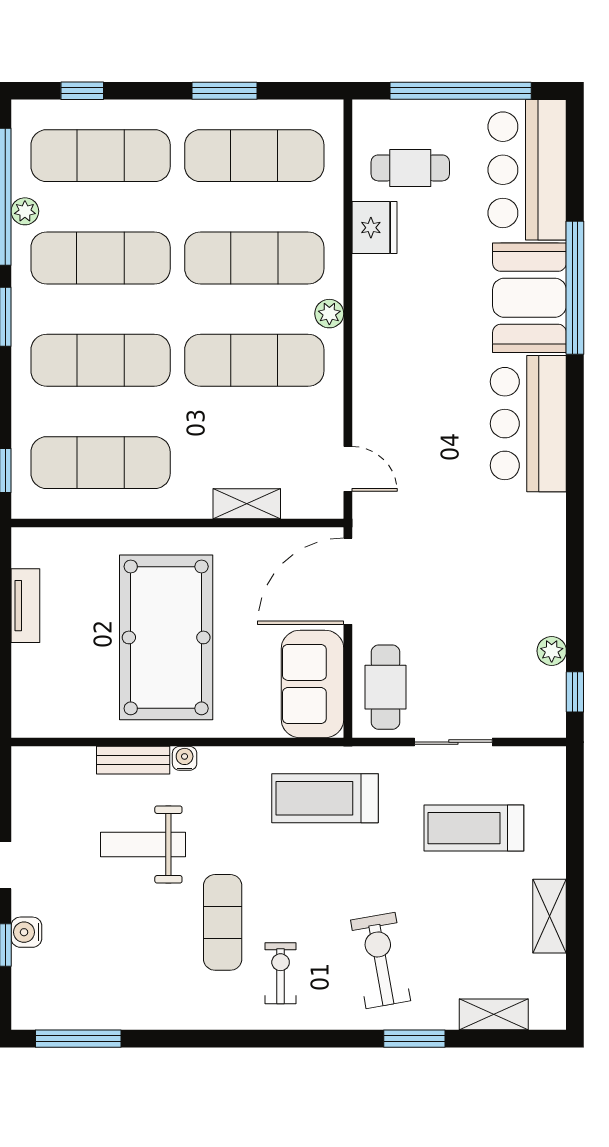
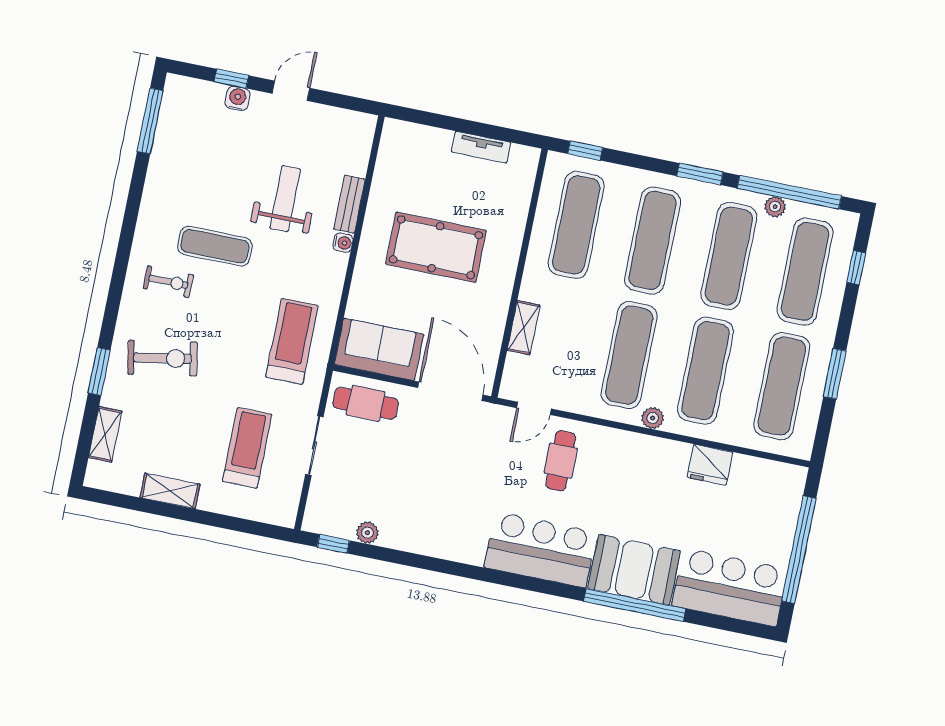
cafe table: (410, 168) -> (561, 461), moved
pool table: (166, 637) -> (436, 247), width x0.73, depth x0.76

